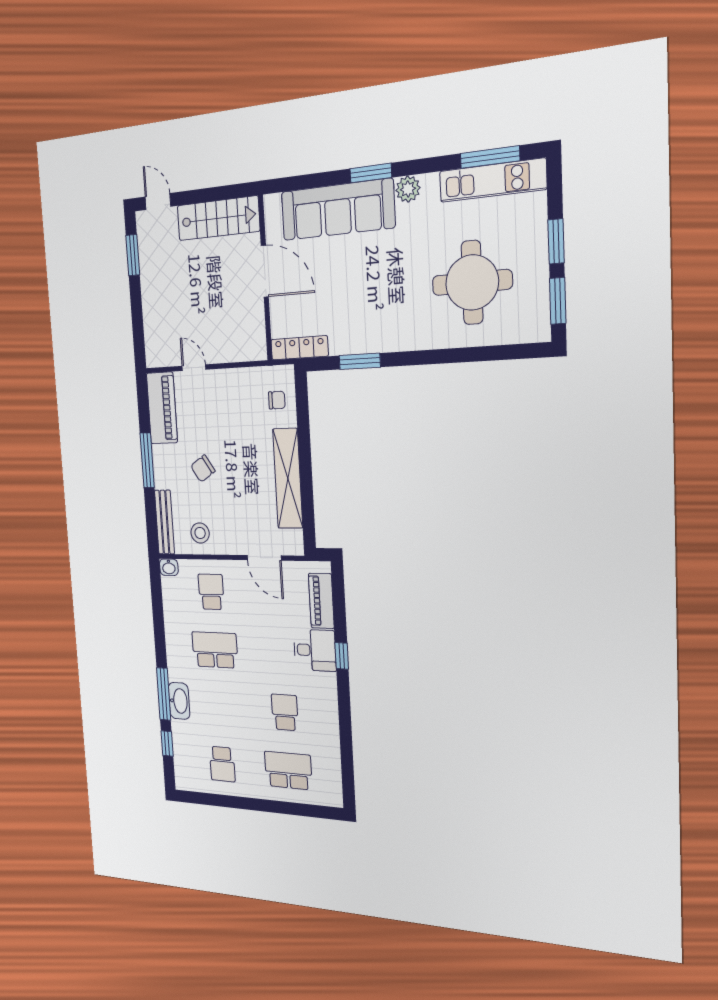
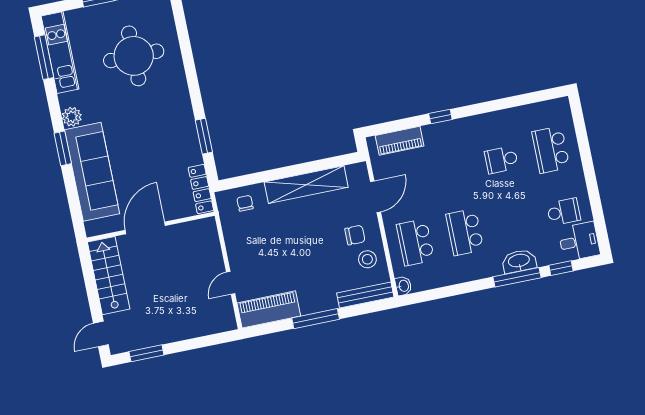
chair: (203, 469) -> (355, 235), moved, turned -57
school desk: (211, 592) -> (415, 242), width x1.85
desk: (315, 650) -> (579, 241), moved, turned 90

